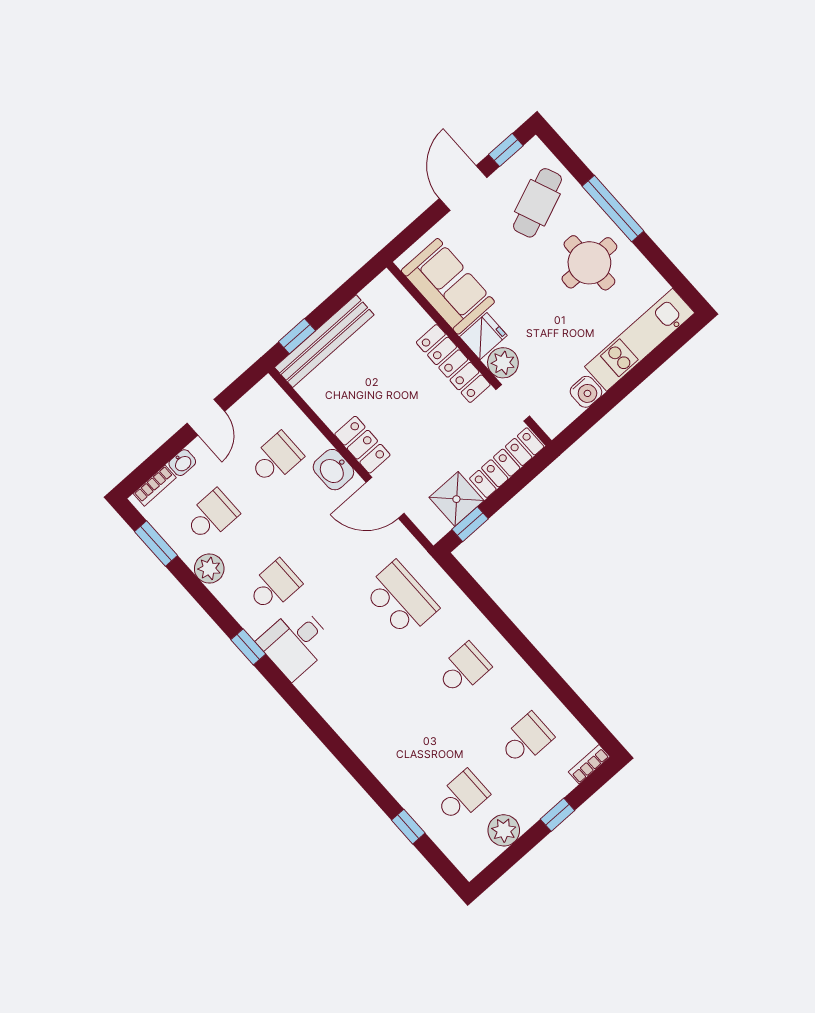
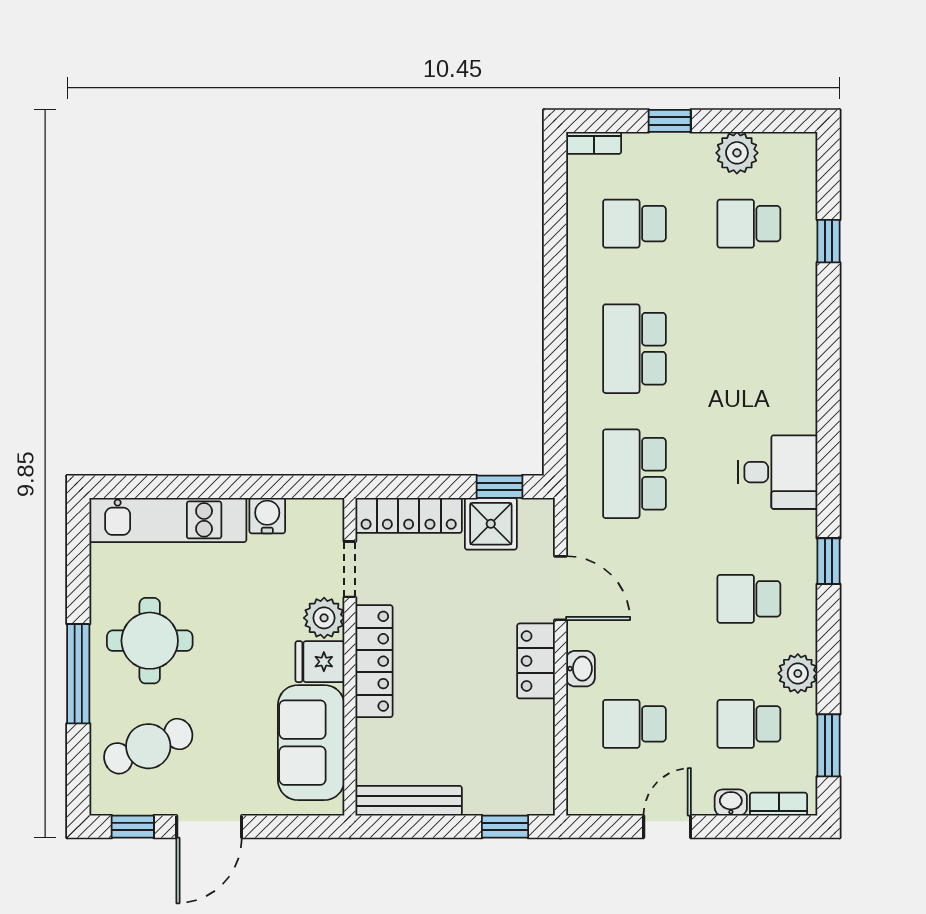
bench: (324, 341) -> (409, 801), moved, width x0.73, depth x0.82
washbasin: (333, 470) -> (580, 669), width x0.72, depth x0.69
desk: (295, 643) -> (778, 472), moved
school desk: (463, 669) -> (634, 349), width x1.85

